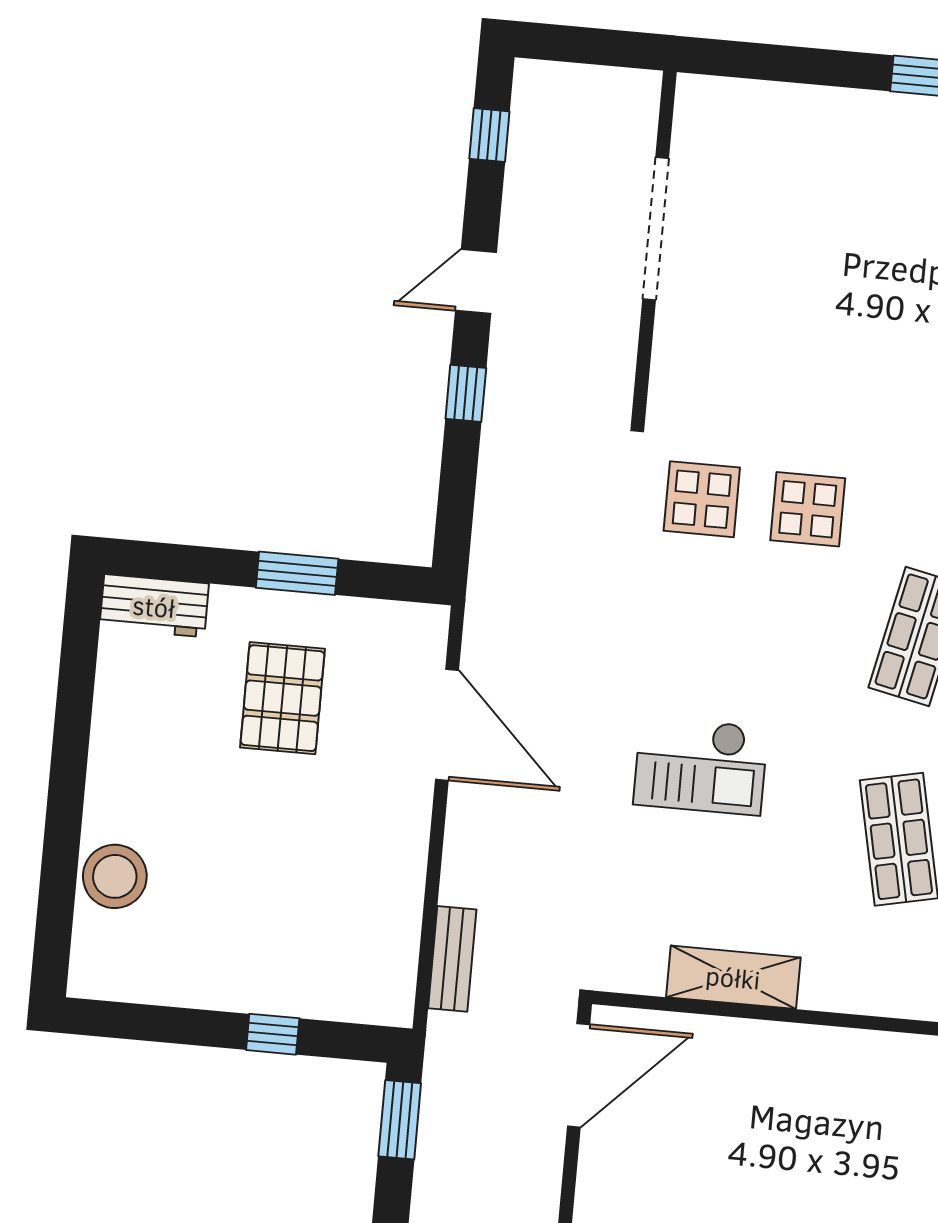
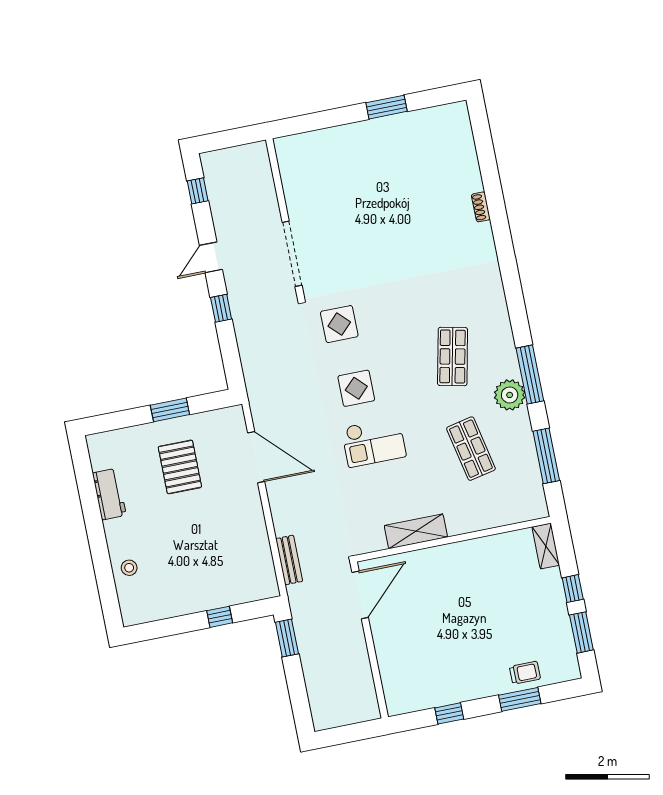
doorway: (656, 229) -> (292, 254), moved
display table: (808, 509) -> (356, 388), moved
workbench: (154, 606) -> (109, 494), moved, turned -90
stool: (115, 876) -> (129, 568), width x0.53, depth x0.53

